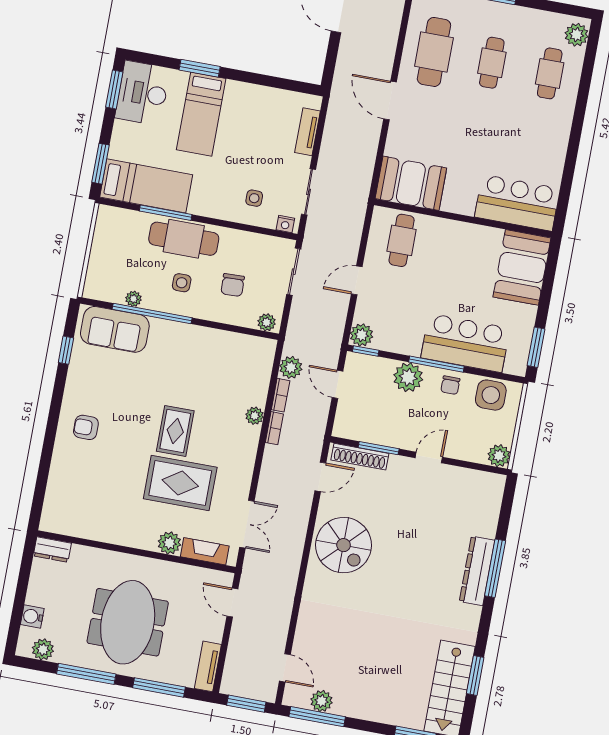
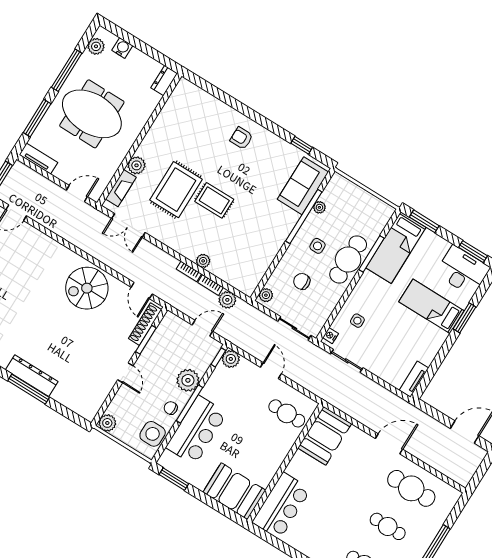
tv unit: (308, 132) -> (414, 379), moved, turned -90
armchair: (86, 427) -> (241, 138), turned -90

